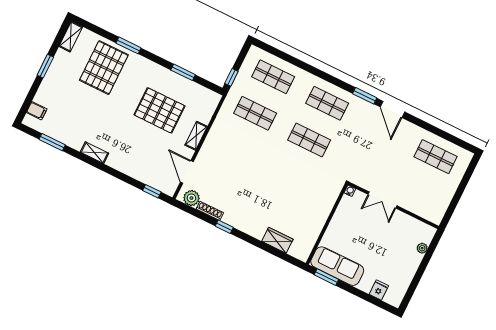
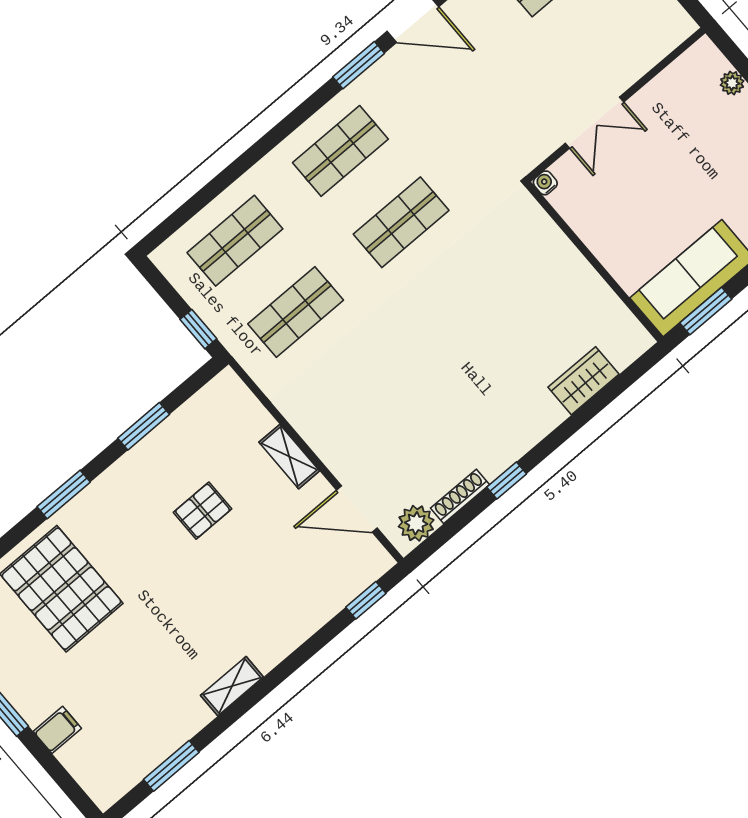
window: (128, 45) -> (64, 494), moved
pallet: (160, 110) -> (202, 511), width x0.49, depth x0.50
filing cabinet: (37, 111) -> (57, 730), moved

